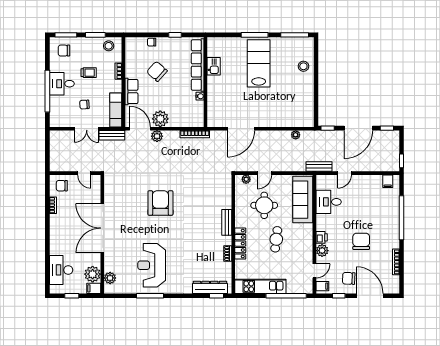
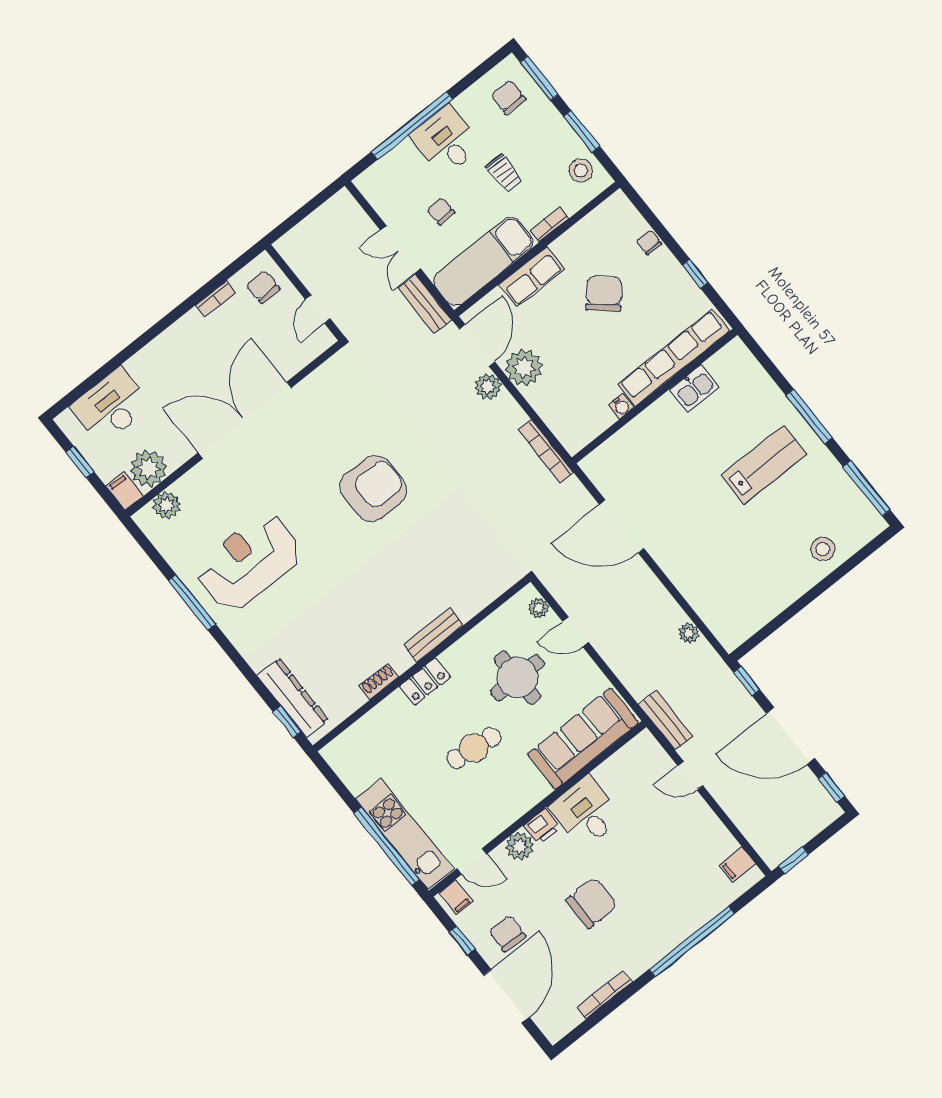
lab bench: (259, 63) -> (764, 464), width x0.73, depth x0.72
exam couch: (116, 110) -> (483, 261), width x1.36, depth x1.45
desk: (329, 202) -> (586, 812), moved
locker: (240, 244) -> (425, 682), width x0.66
kitchen unit: (260, 286) -> (404, 834), moved

